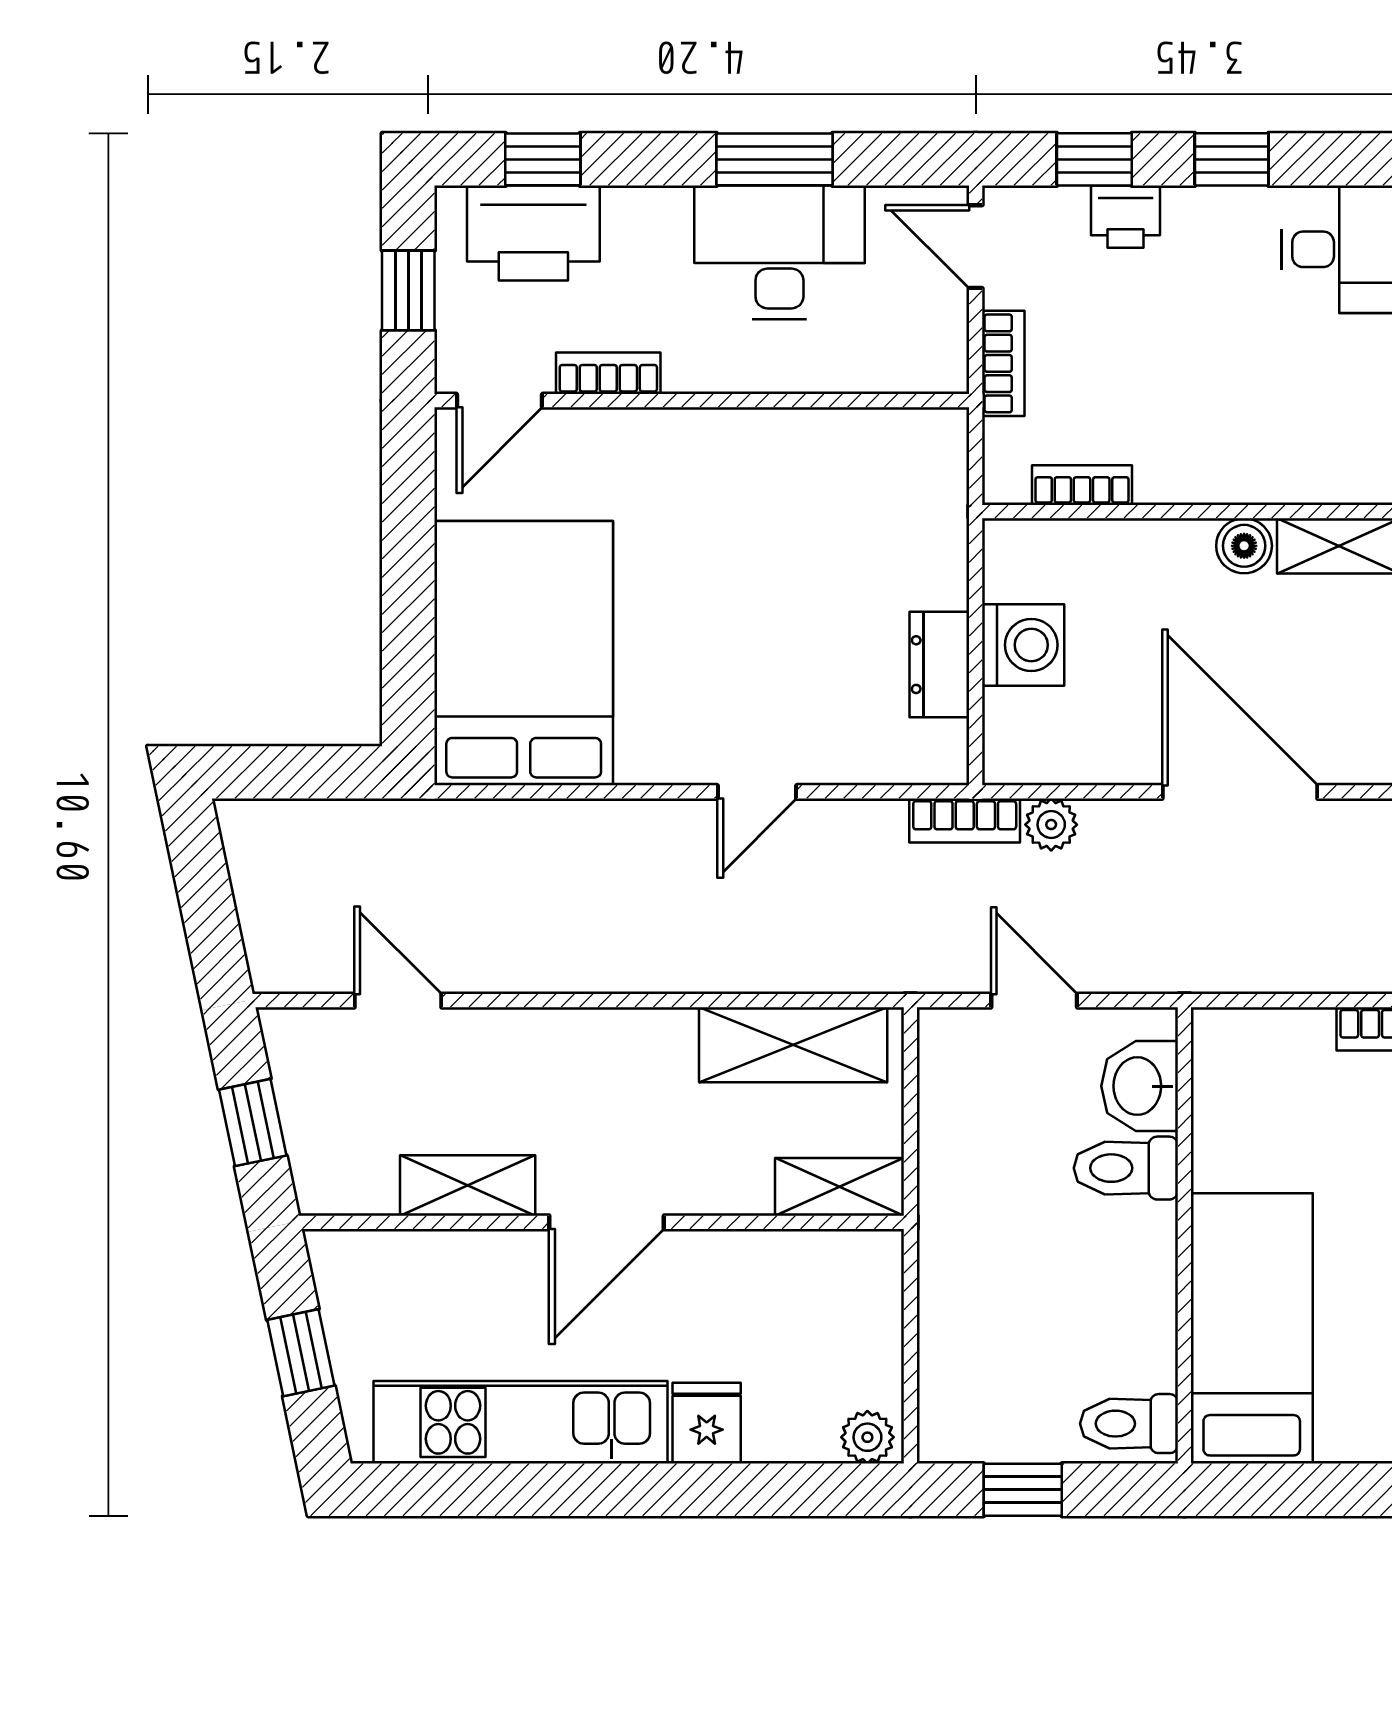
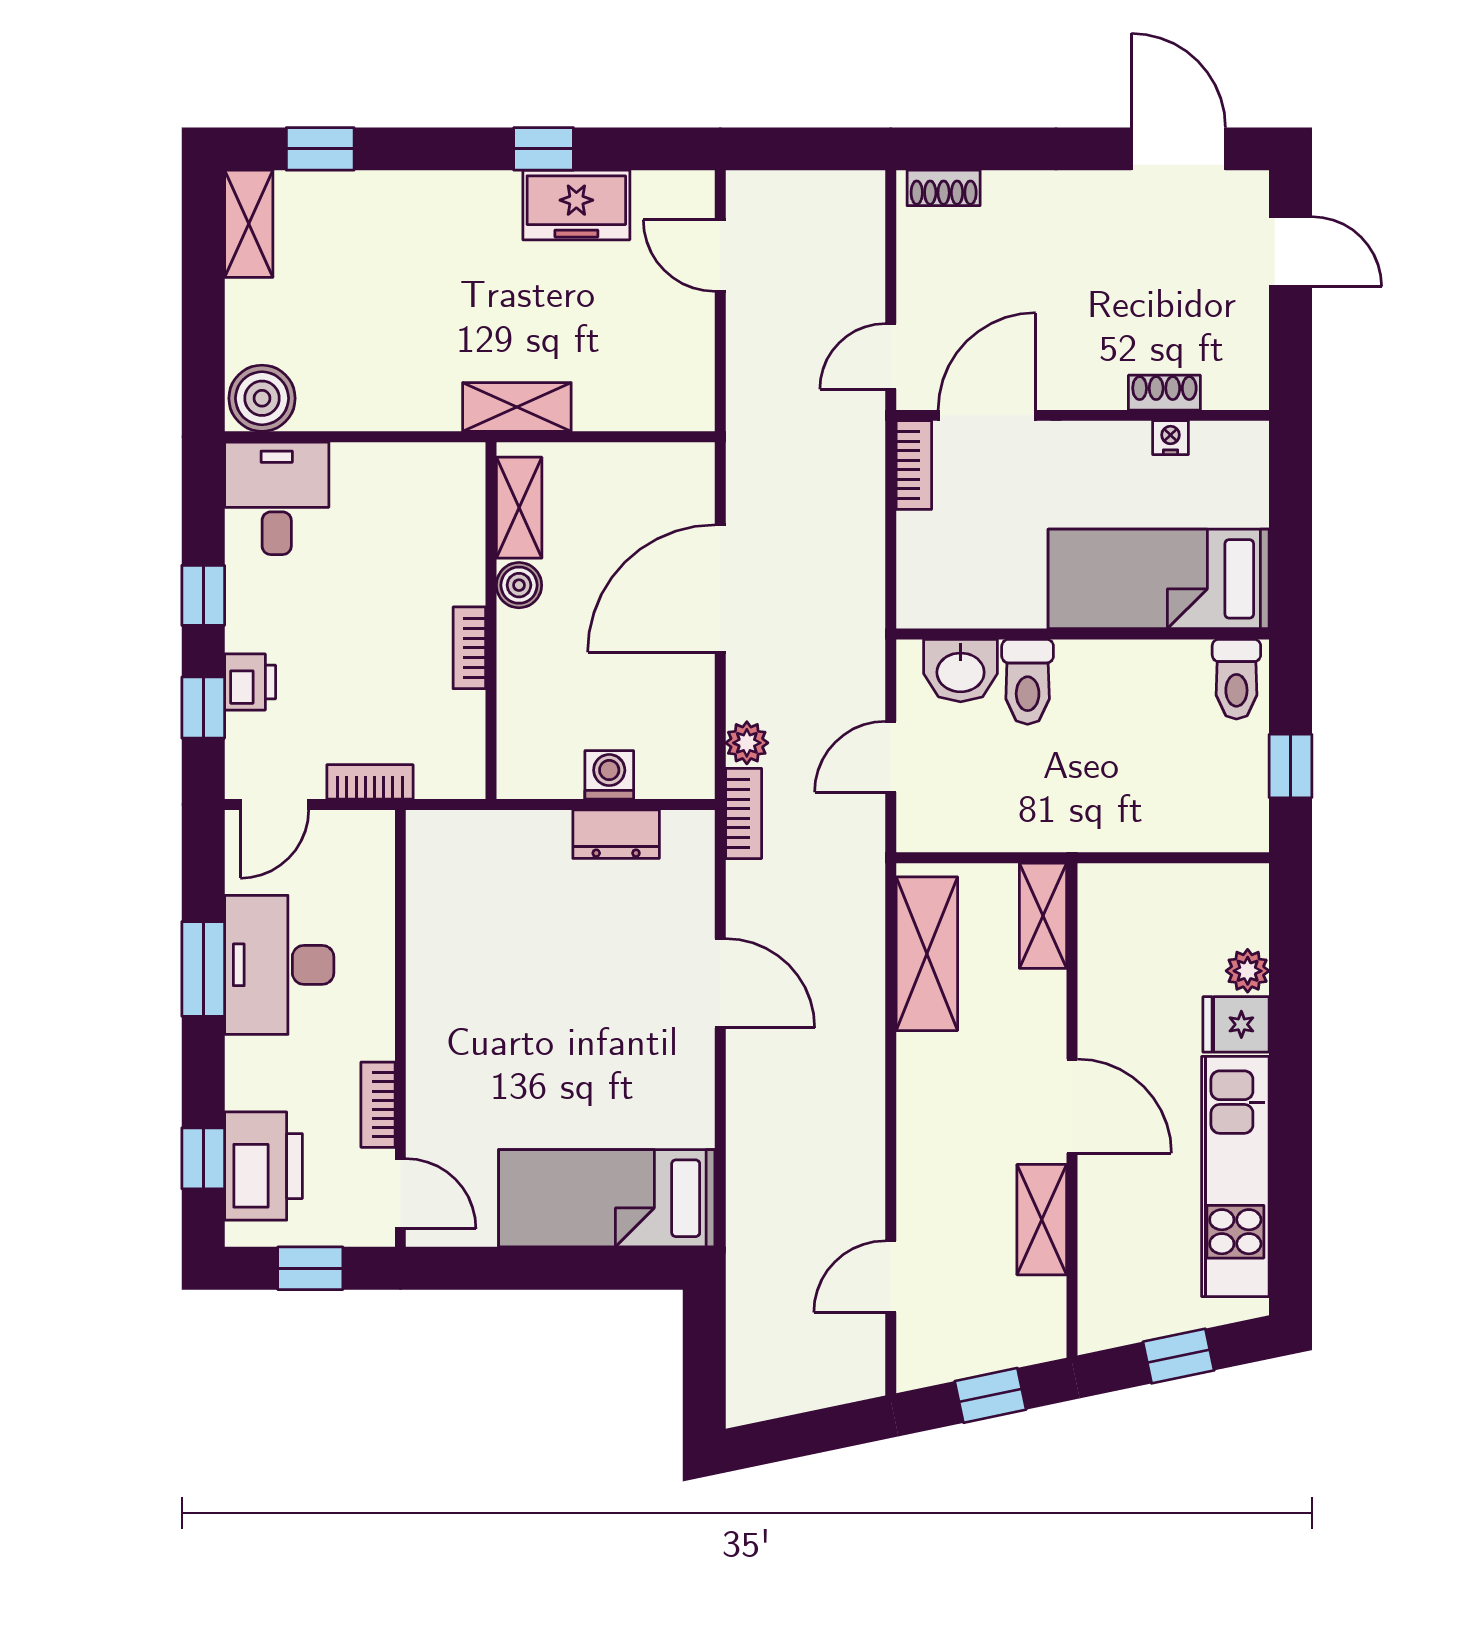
bookcase: (1082, 485) -> (469, 648), moved
washing machine: (1023, 645) -> (609, 775), width x0.73, depth x0.73
bed: (524, 653) -> (607, 1198), width x0.67
door: (757, 792) -> (720, 983), width x1.38
plant: (867, 1437) -> (1248, 971), moved

